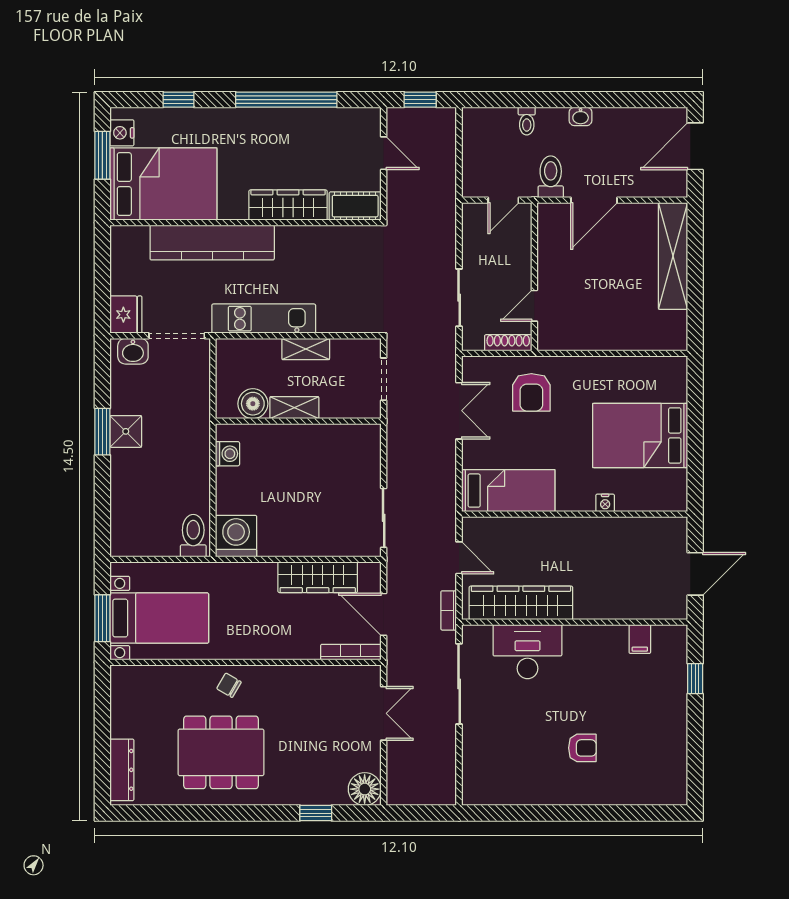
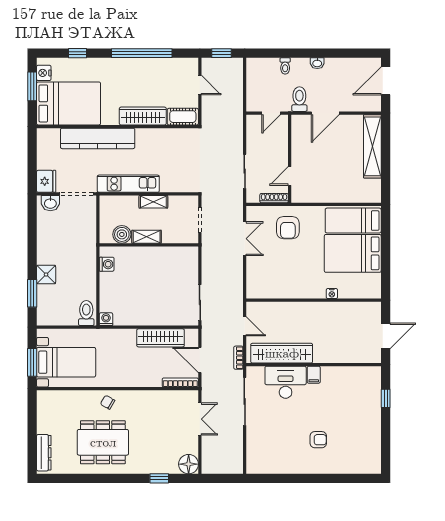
shower: (126, 431) -> (46, 275), moved
window: (102, 432) -> (32, 293), moved
bed: (508, 491) -> (353, 221), moved, turned 180
washing machine: (236, 536) -> (106, 319), width x0.53, depth x0.53
filing cabinet: (640, 639) -> (314, 375), moved

